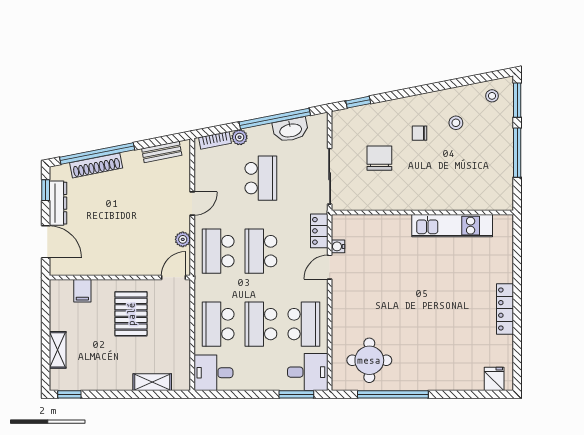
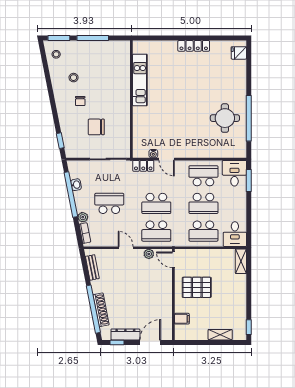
washbasin: (290, 130) -> (76, 185), width x0.52, depth x0.69
round table: (369, 360) -> (225, 118), moved
shelving: (152, 382) -> (241, 261), moved

